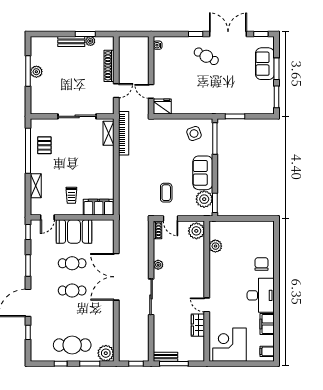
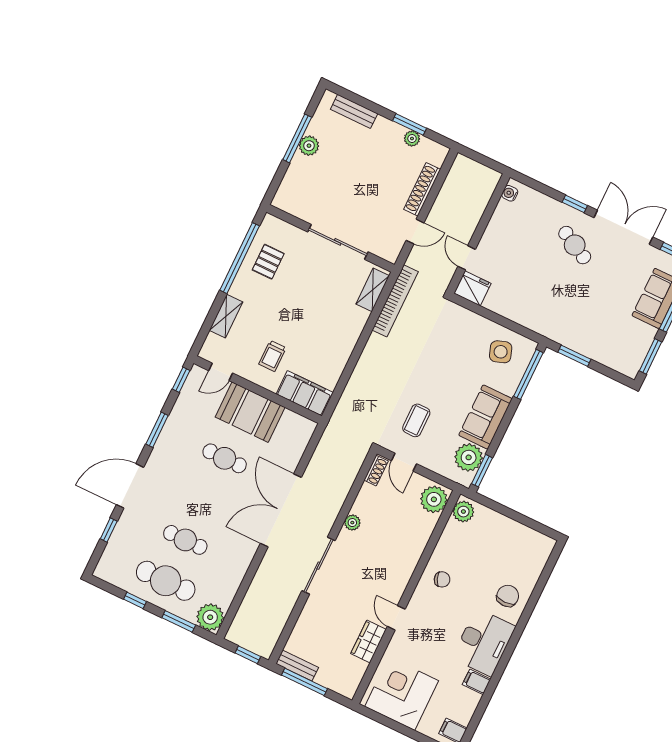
bench: (71, 41) -> (354, 111), moved
plant: (215, 246) -> (463, 512), moved
chair: (222, 272) -> (442, 579), added
cafe table: (72, 291) -> (185, 540), moved
filing cabinet: (267, 324) -> (477, 682), width x0.50

